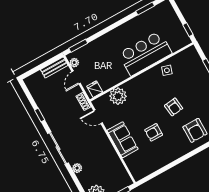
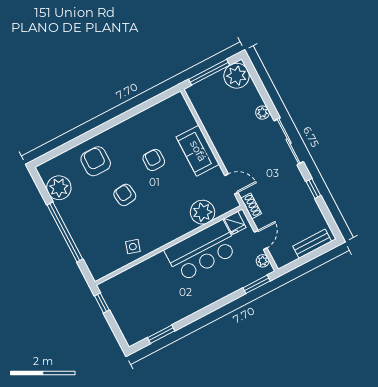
bar counter: (145, 53) -> (202, 251), moved
bench: (54, 67) -> (312, 244), moved
armchair: (154, 132) -> (154, 160), turned -90

